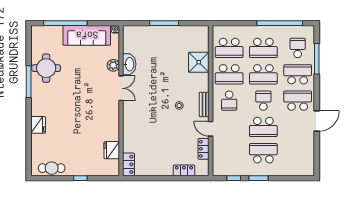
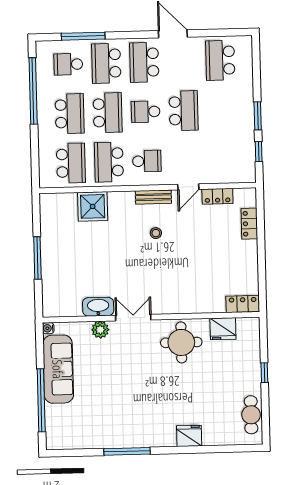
round table: (46, 68) -> (181, 342), moved
school desk: (229, 74) -> (109, 162), turned 180
school desk: (263, 153) -> (220, 60), moved

